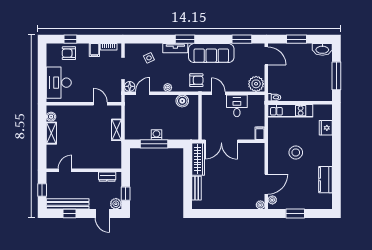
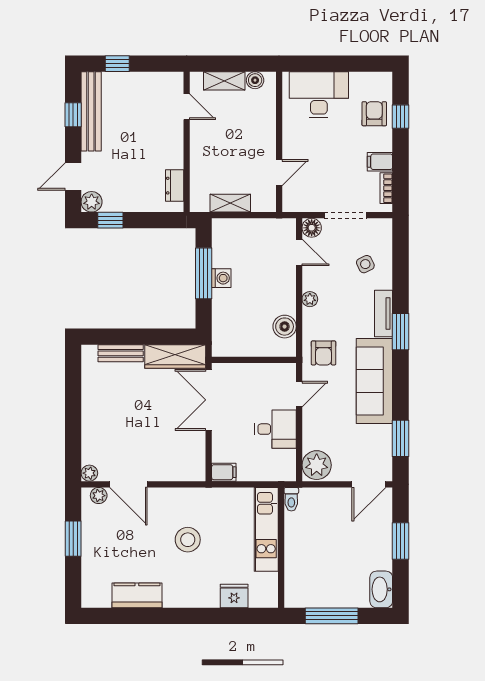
door: (65, 170) -> (187, 107), moved
wall: (84, 170) -> (187, 142), moved
dresser: (107, 177) -> (175, 186), moved

